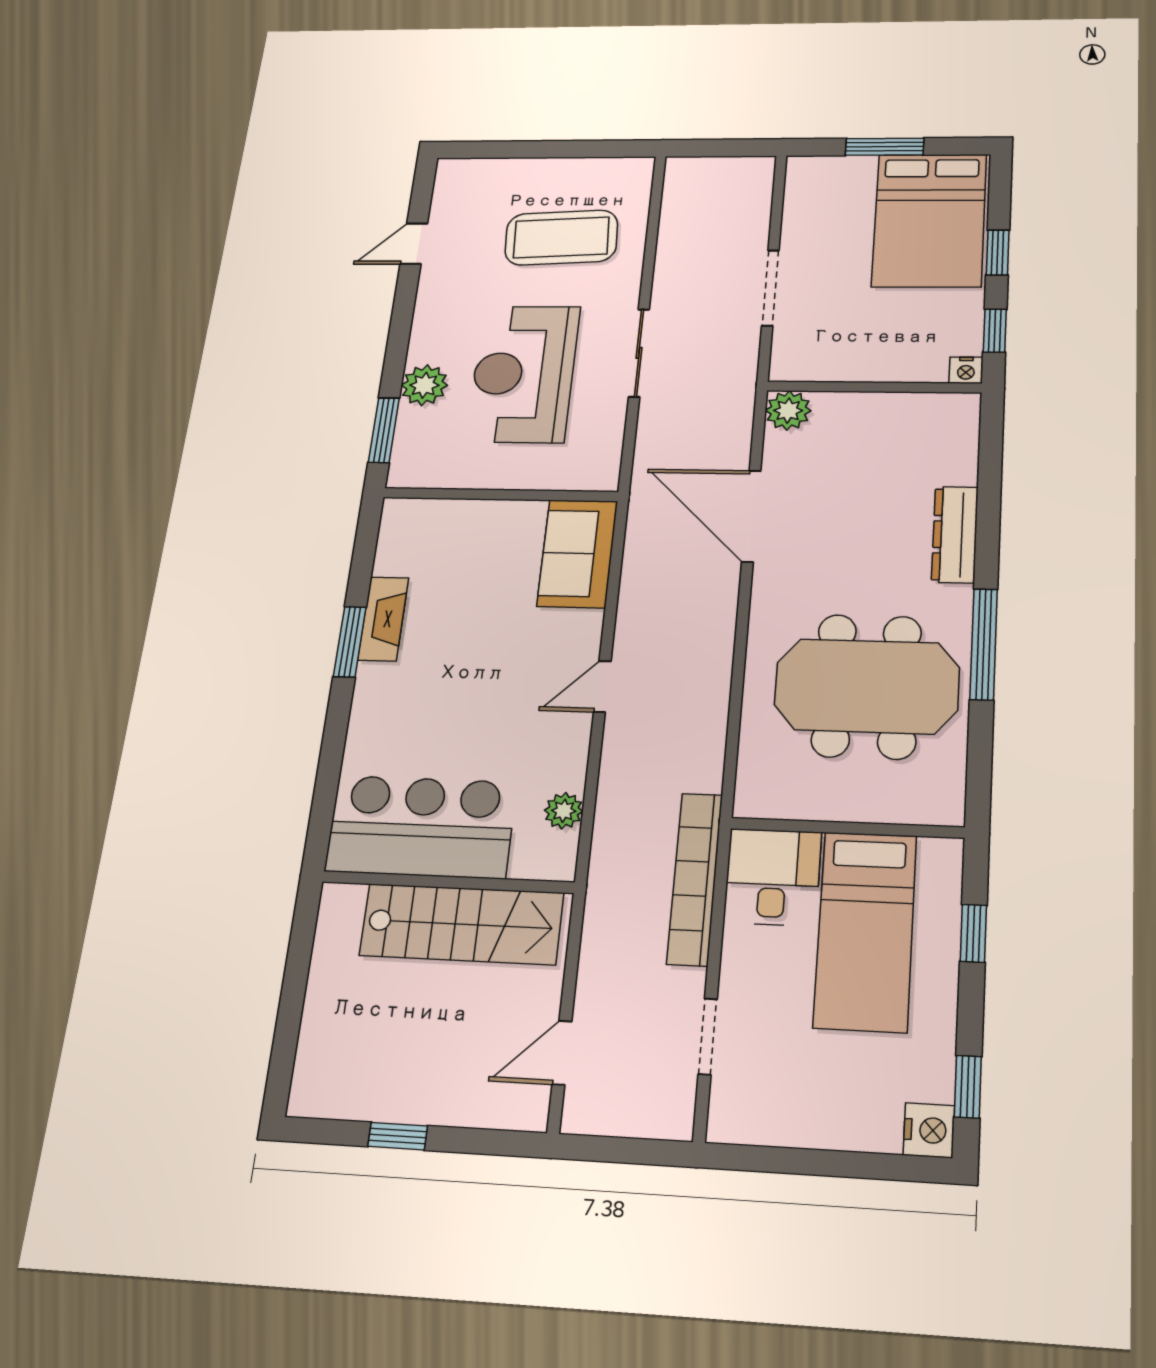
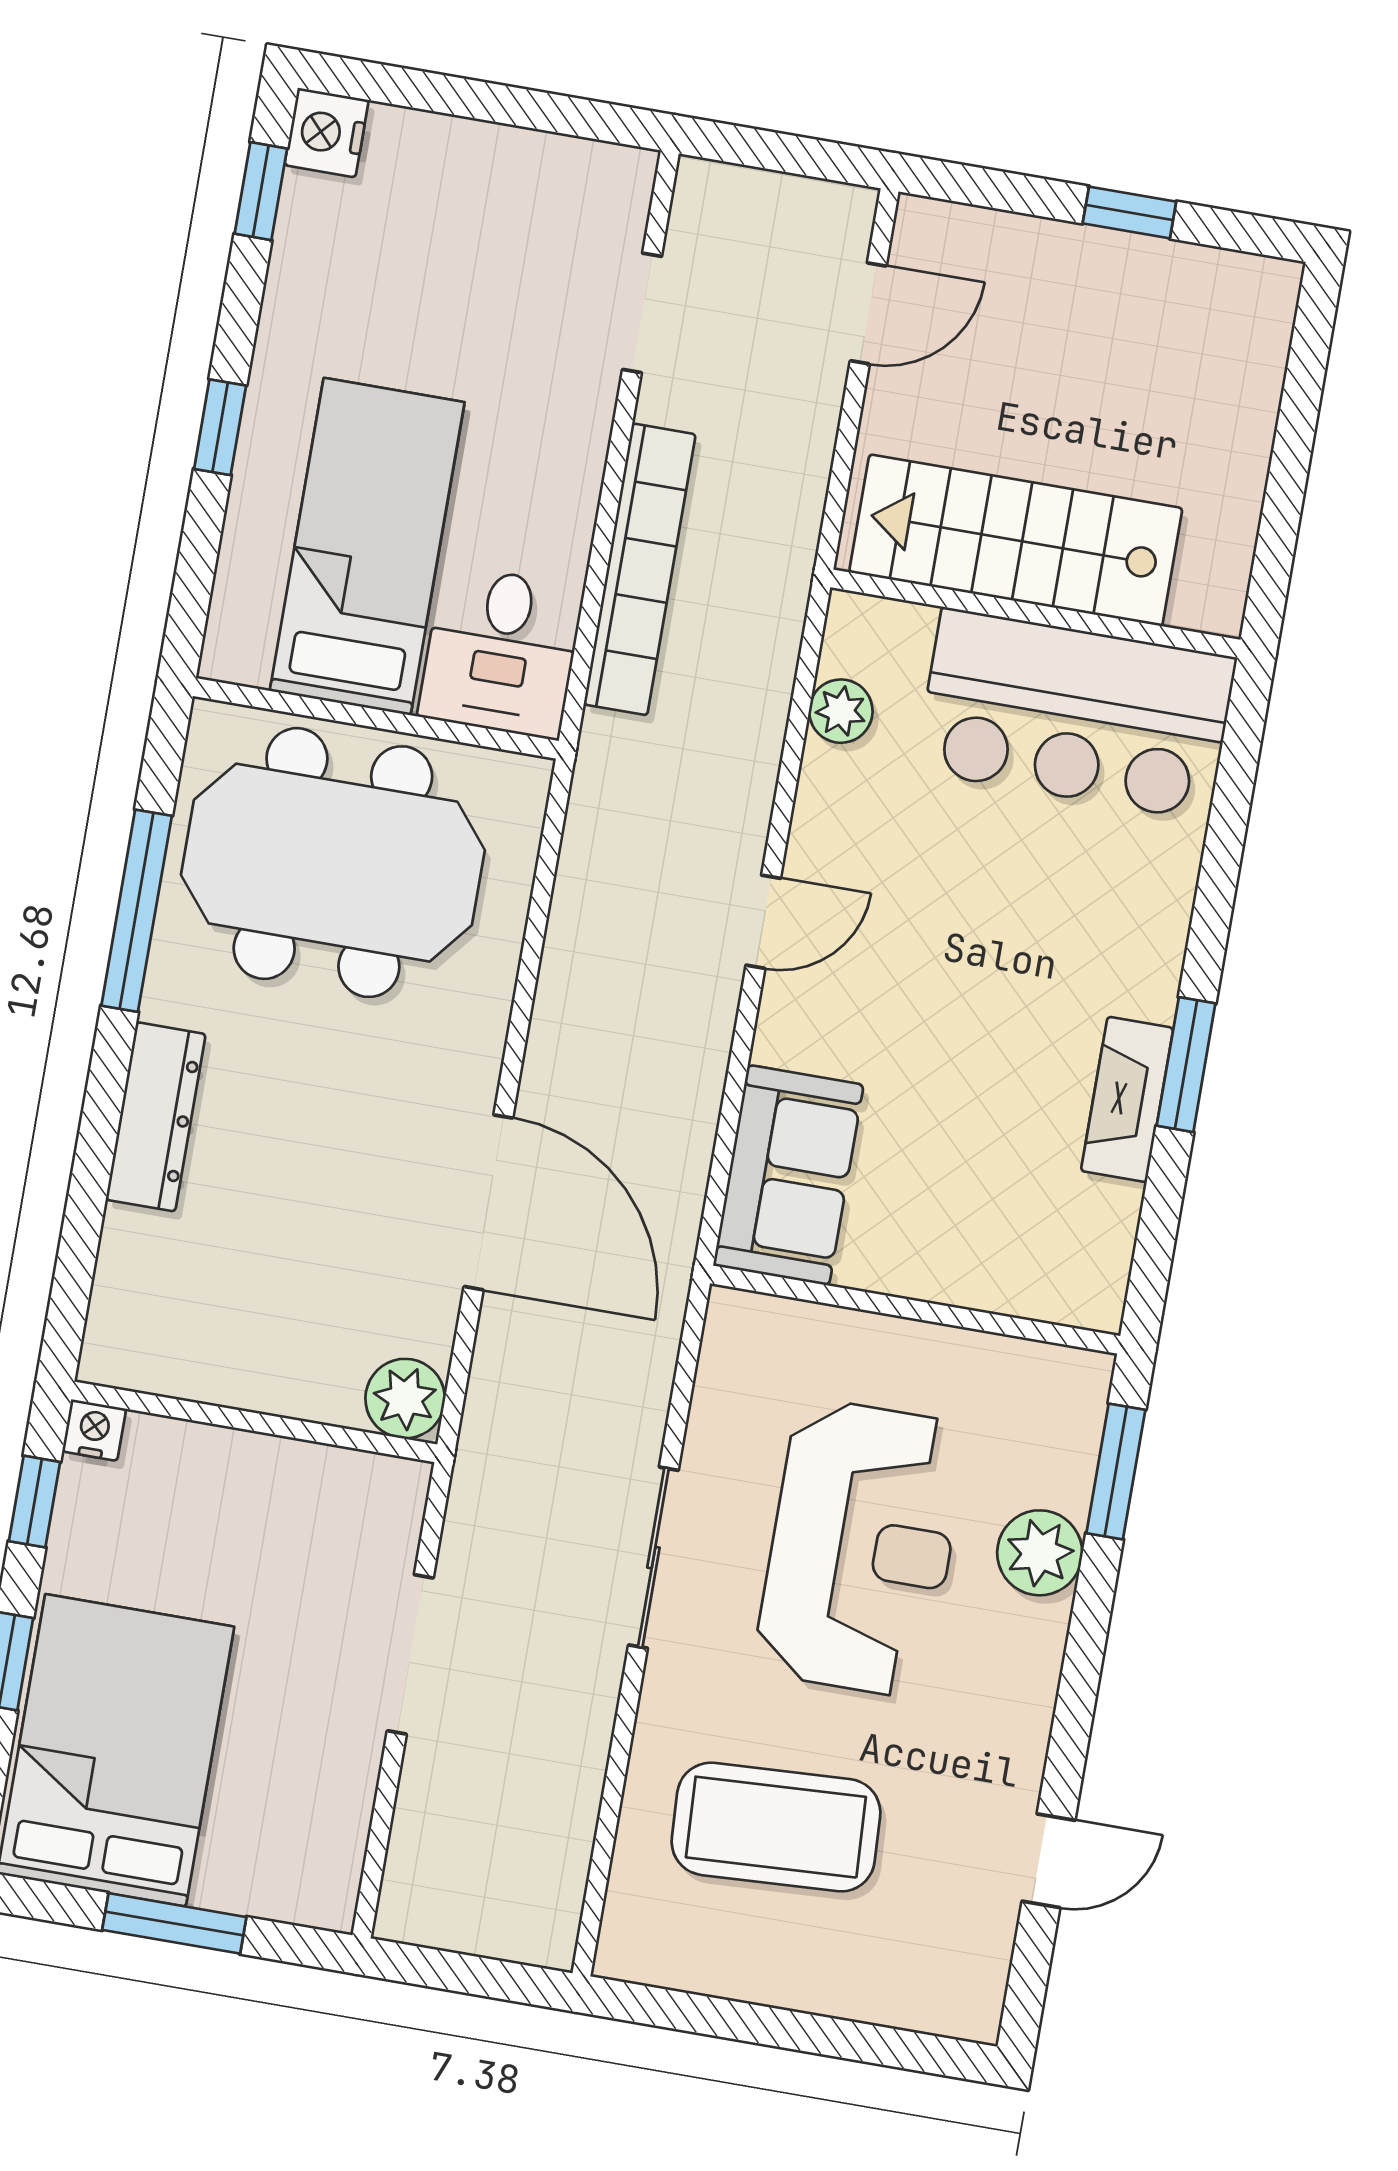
wall: (847, 828) -> (376, 718), moved
desk: (773, 877) -> (501, 652), moved
bed: (865, 931) -> (367, 547), moved

